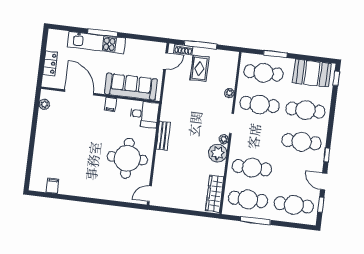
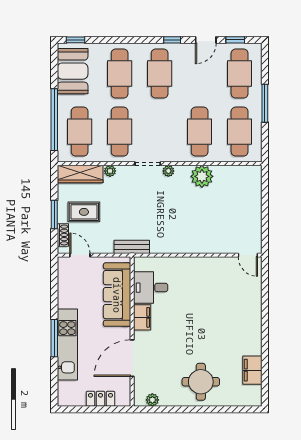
window: (200, 45) -> (54, 214), width x0.69
window: (275, 54) -> (54, 120), width x2.11
filing cabinet: (111, 104) -> (142, 317), width x2.00
desk: (144, 114) -> (151, 288), moved, turned -90
bench: (163, 136) -> (132, 247), moved
plant: (218, 153) -> (202, 176), moved
round table: (127, 158) -> (201, 382), moved, width x0.73, depth x0.73
filing cabinet: (52, 186) -> (252, 370), width x2.00
wardrobe: (215, 194) -> (80, 174), moved
window: (255, 221) -> (265, 103), moved

